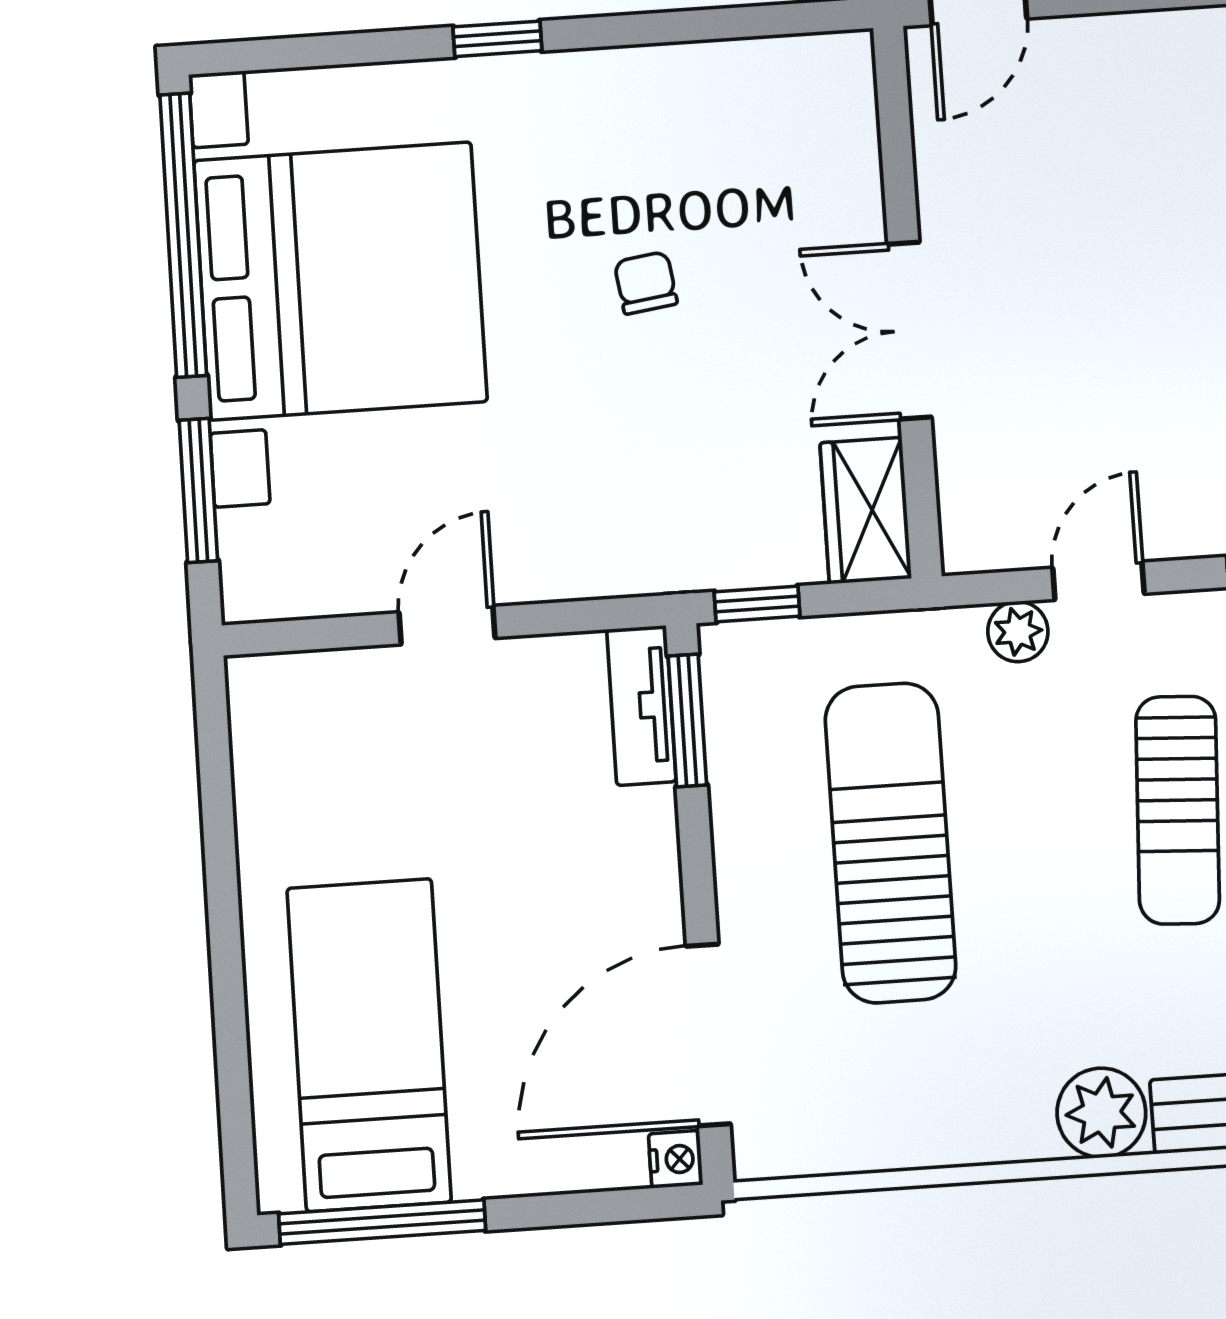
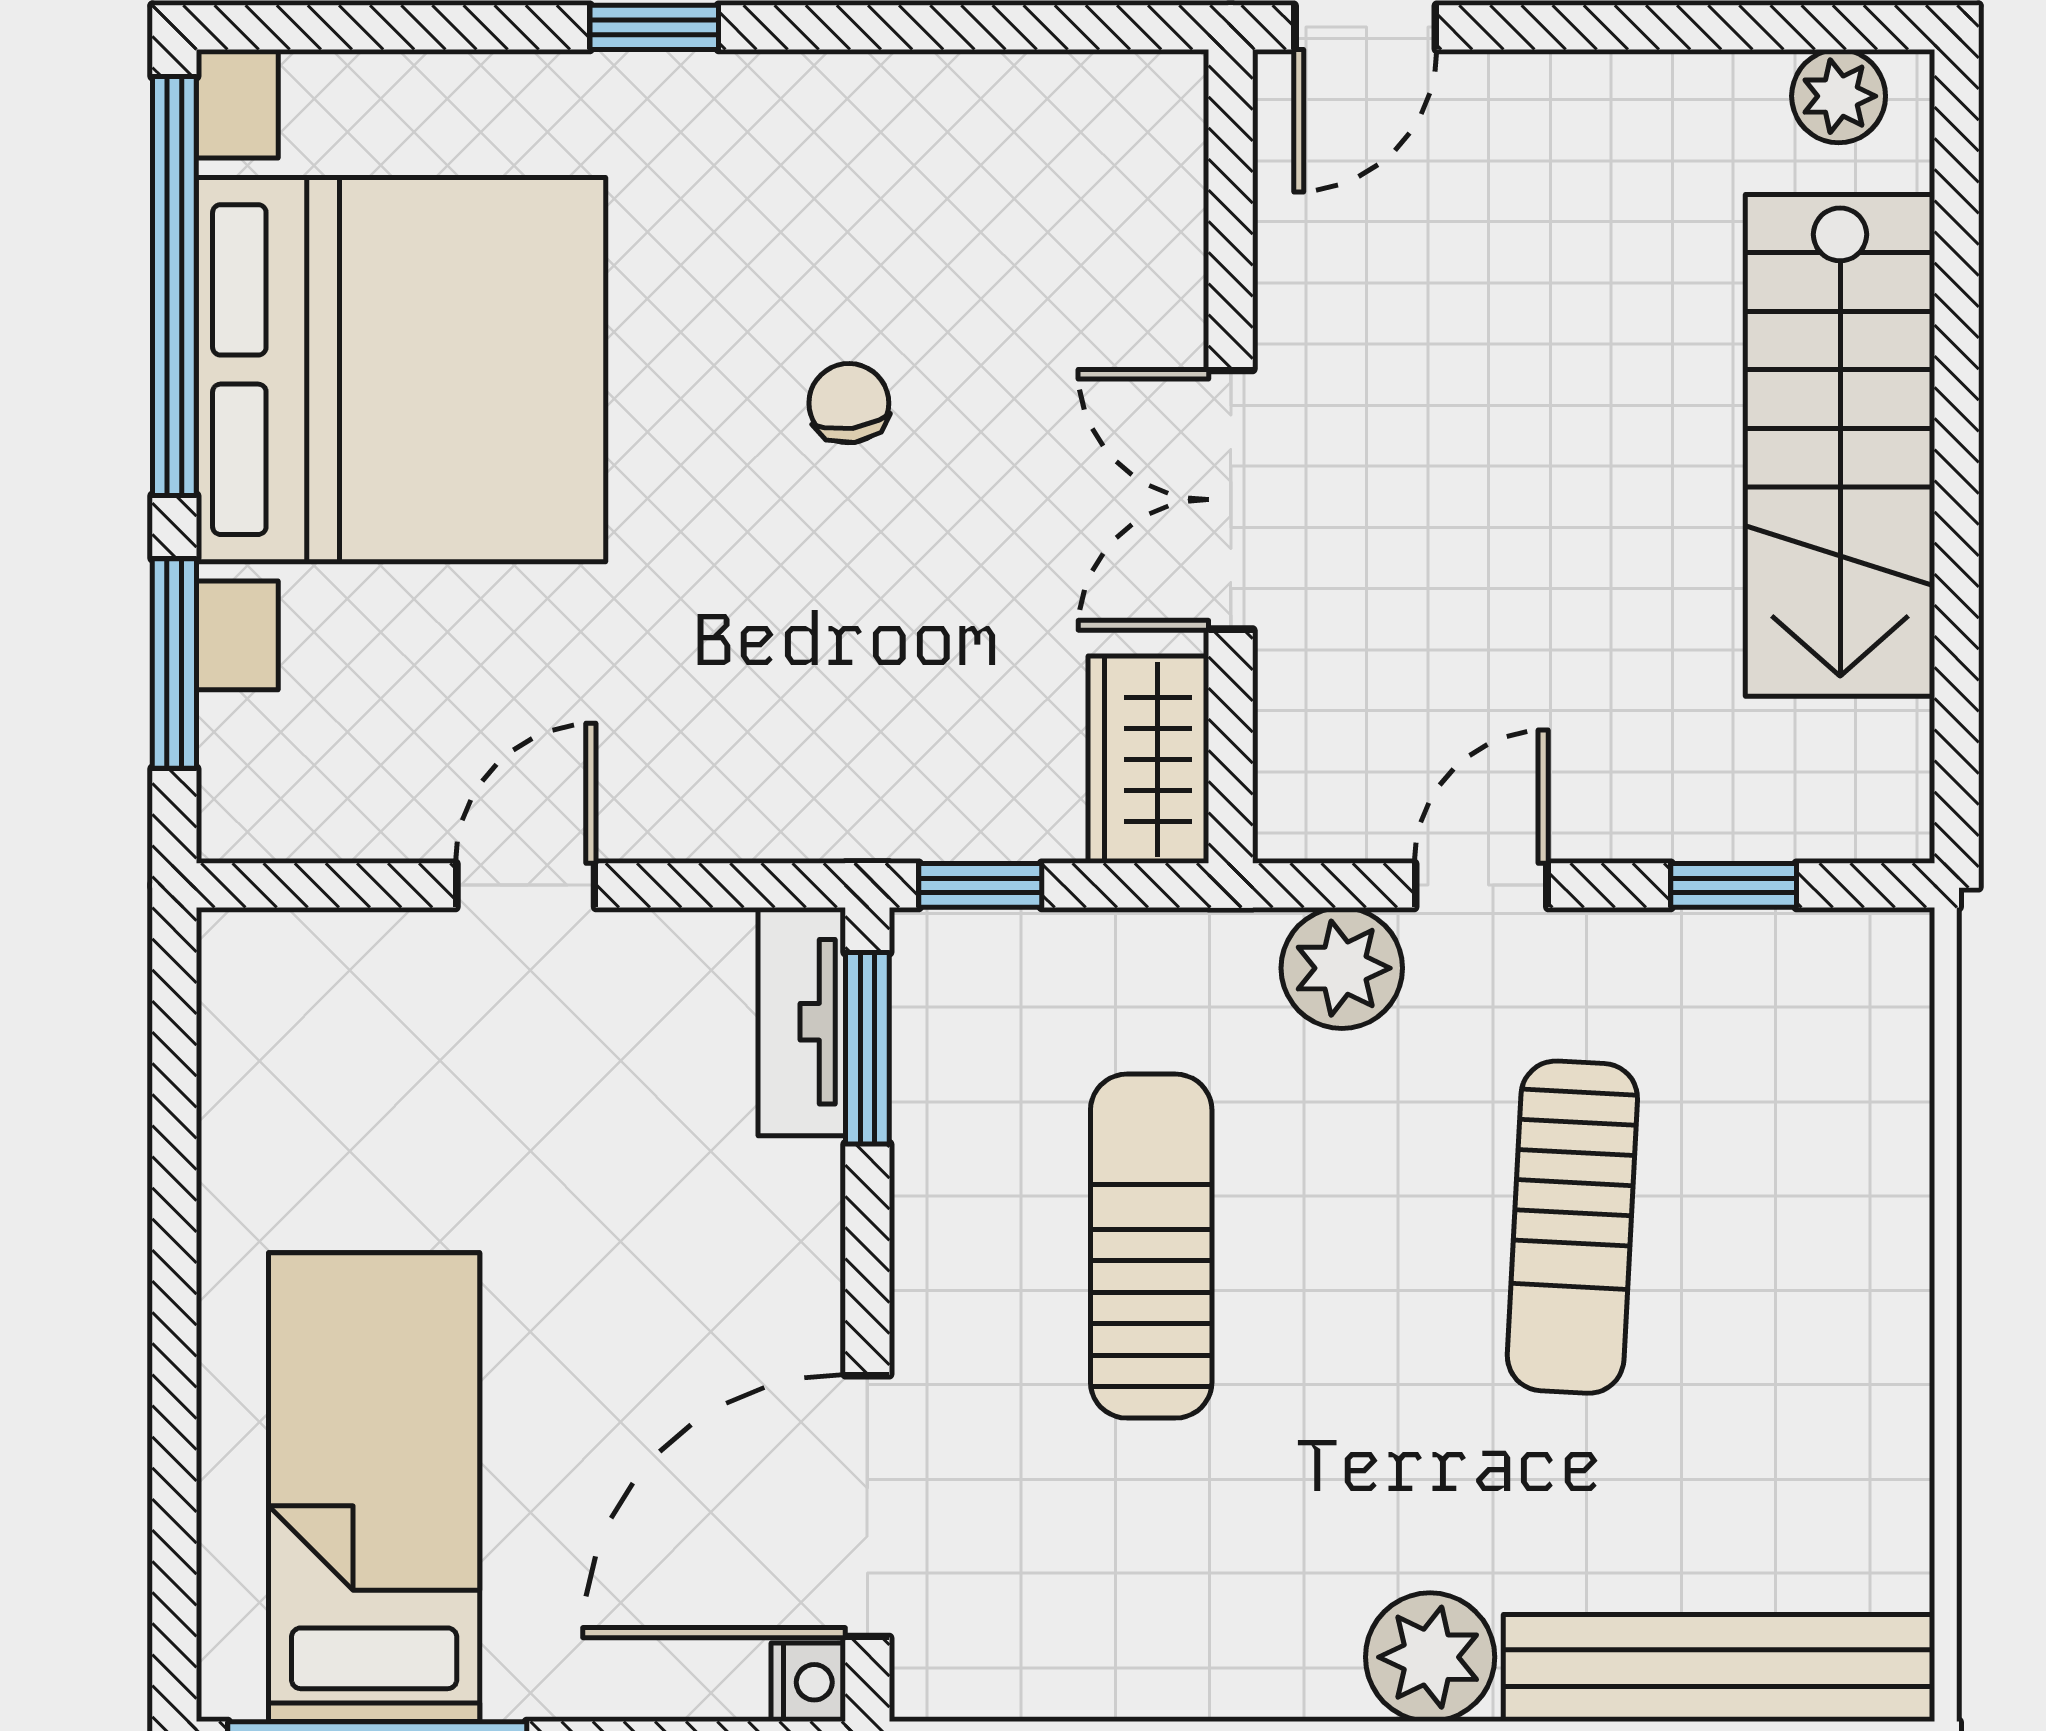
plant: (1018, 632) -> (1342, 968), width x1.38, depth x1.38
sun lounger: (890, 843) -> (1151, 1246), width x0.73, depth x0.75

